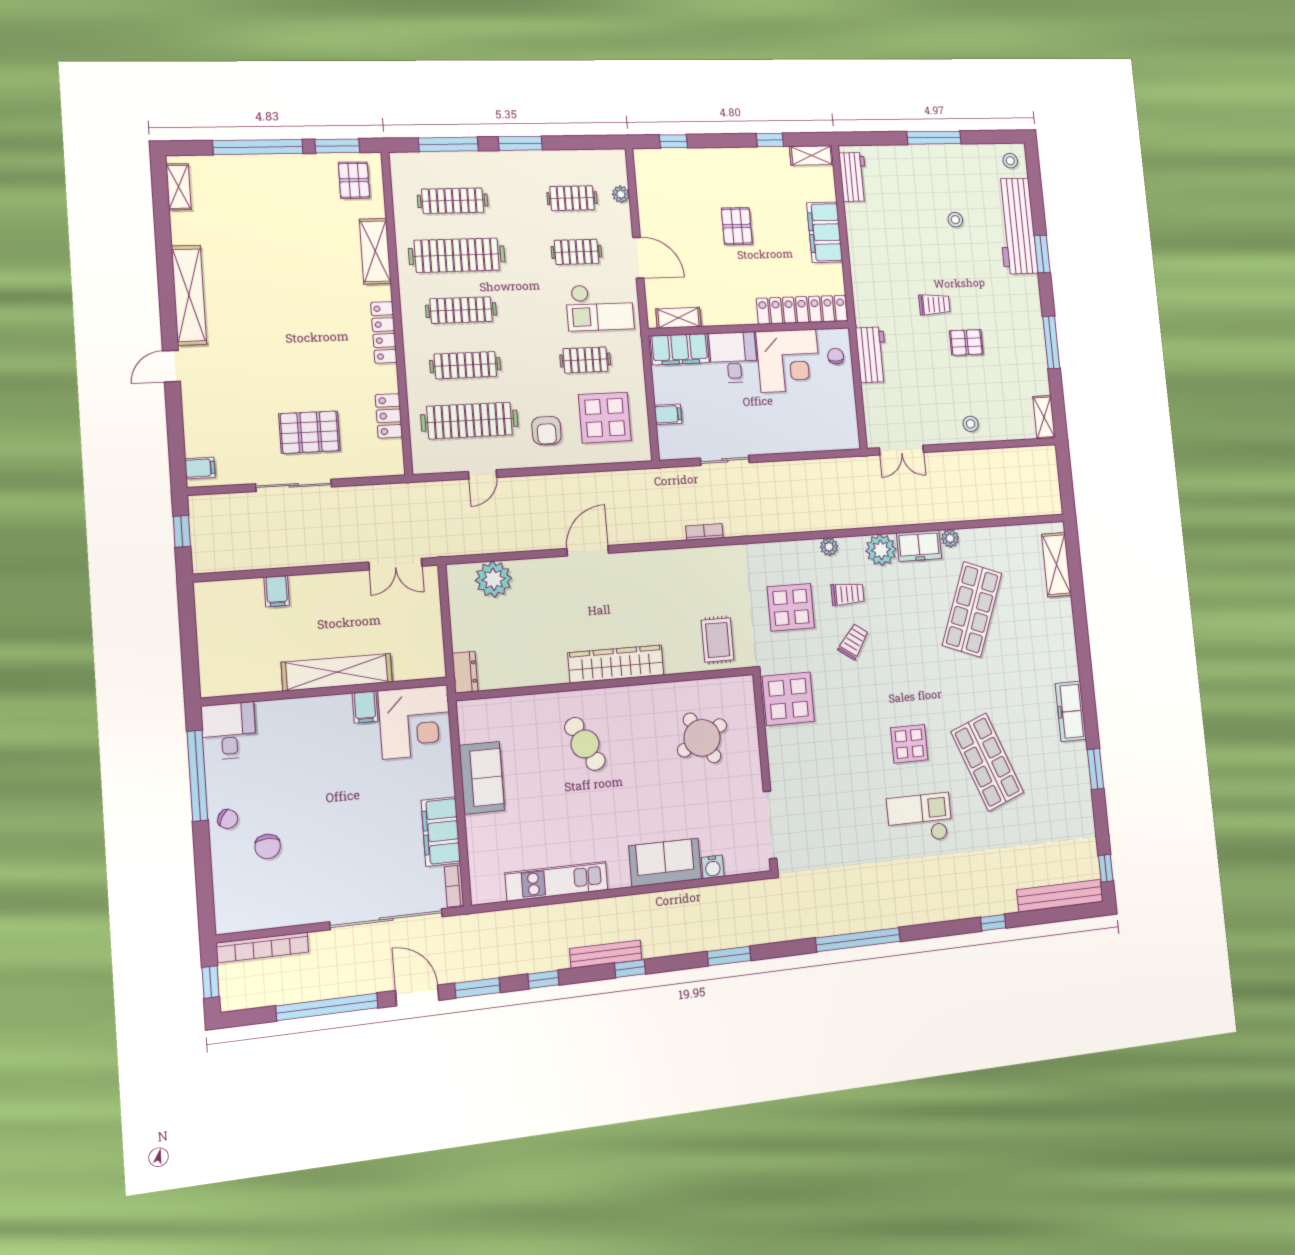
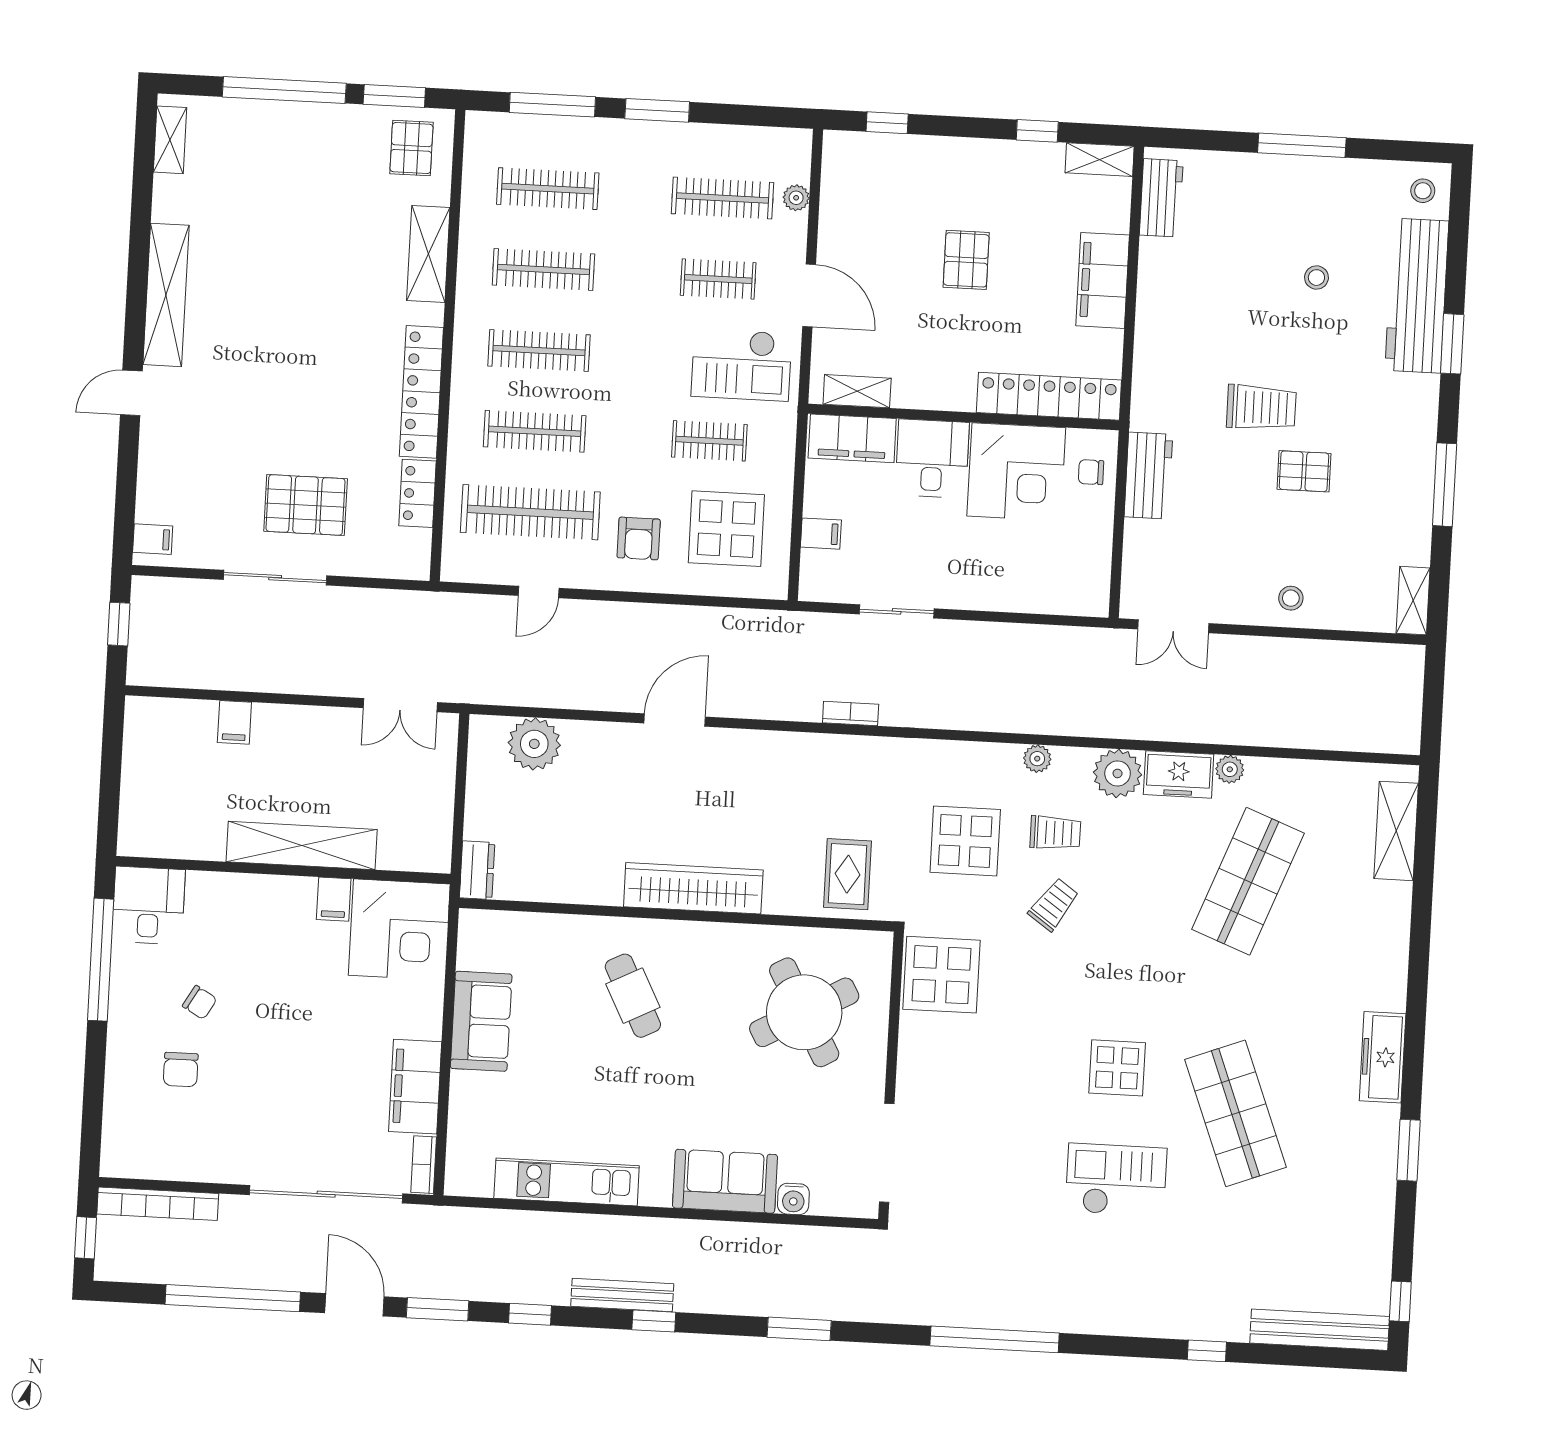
clothes rail: (572, 198) -> (723, 198), width x1.36
clothes rail: (457, 255) -> (543, 270), width x0.73, depth x0.76
trolley: (934, 304) -> (1261, 407), width x1.36, depth x1.39
locker: (384, 332) -> (421, 392), width x1.41, depth x1.21
chair: (836, 356) -> (1091, 472), turned -90
round table: (702, 738) -> (804, 1012), width x1.36, depth x1.36
chair: (228, 819) -> (200, 1002), moved

